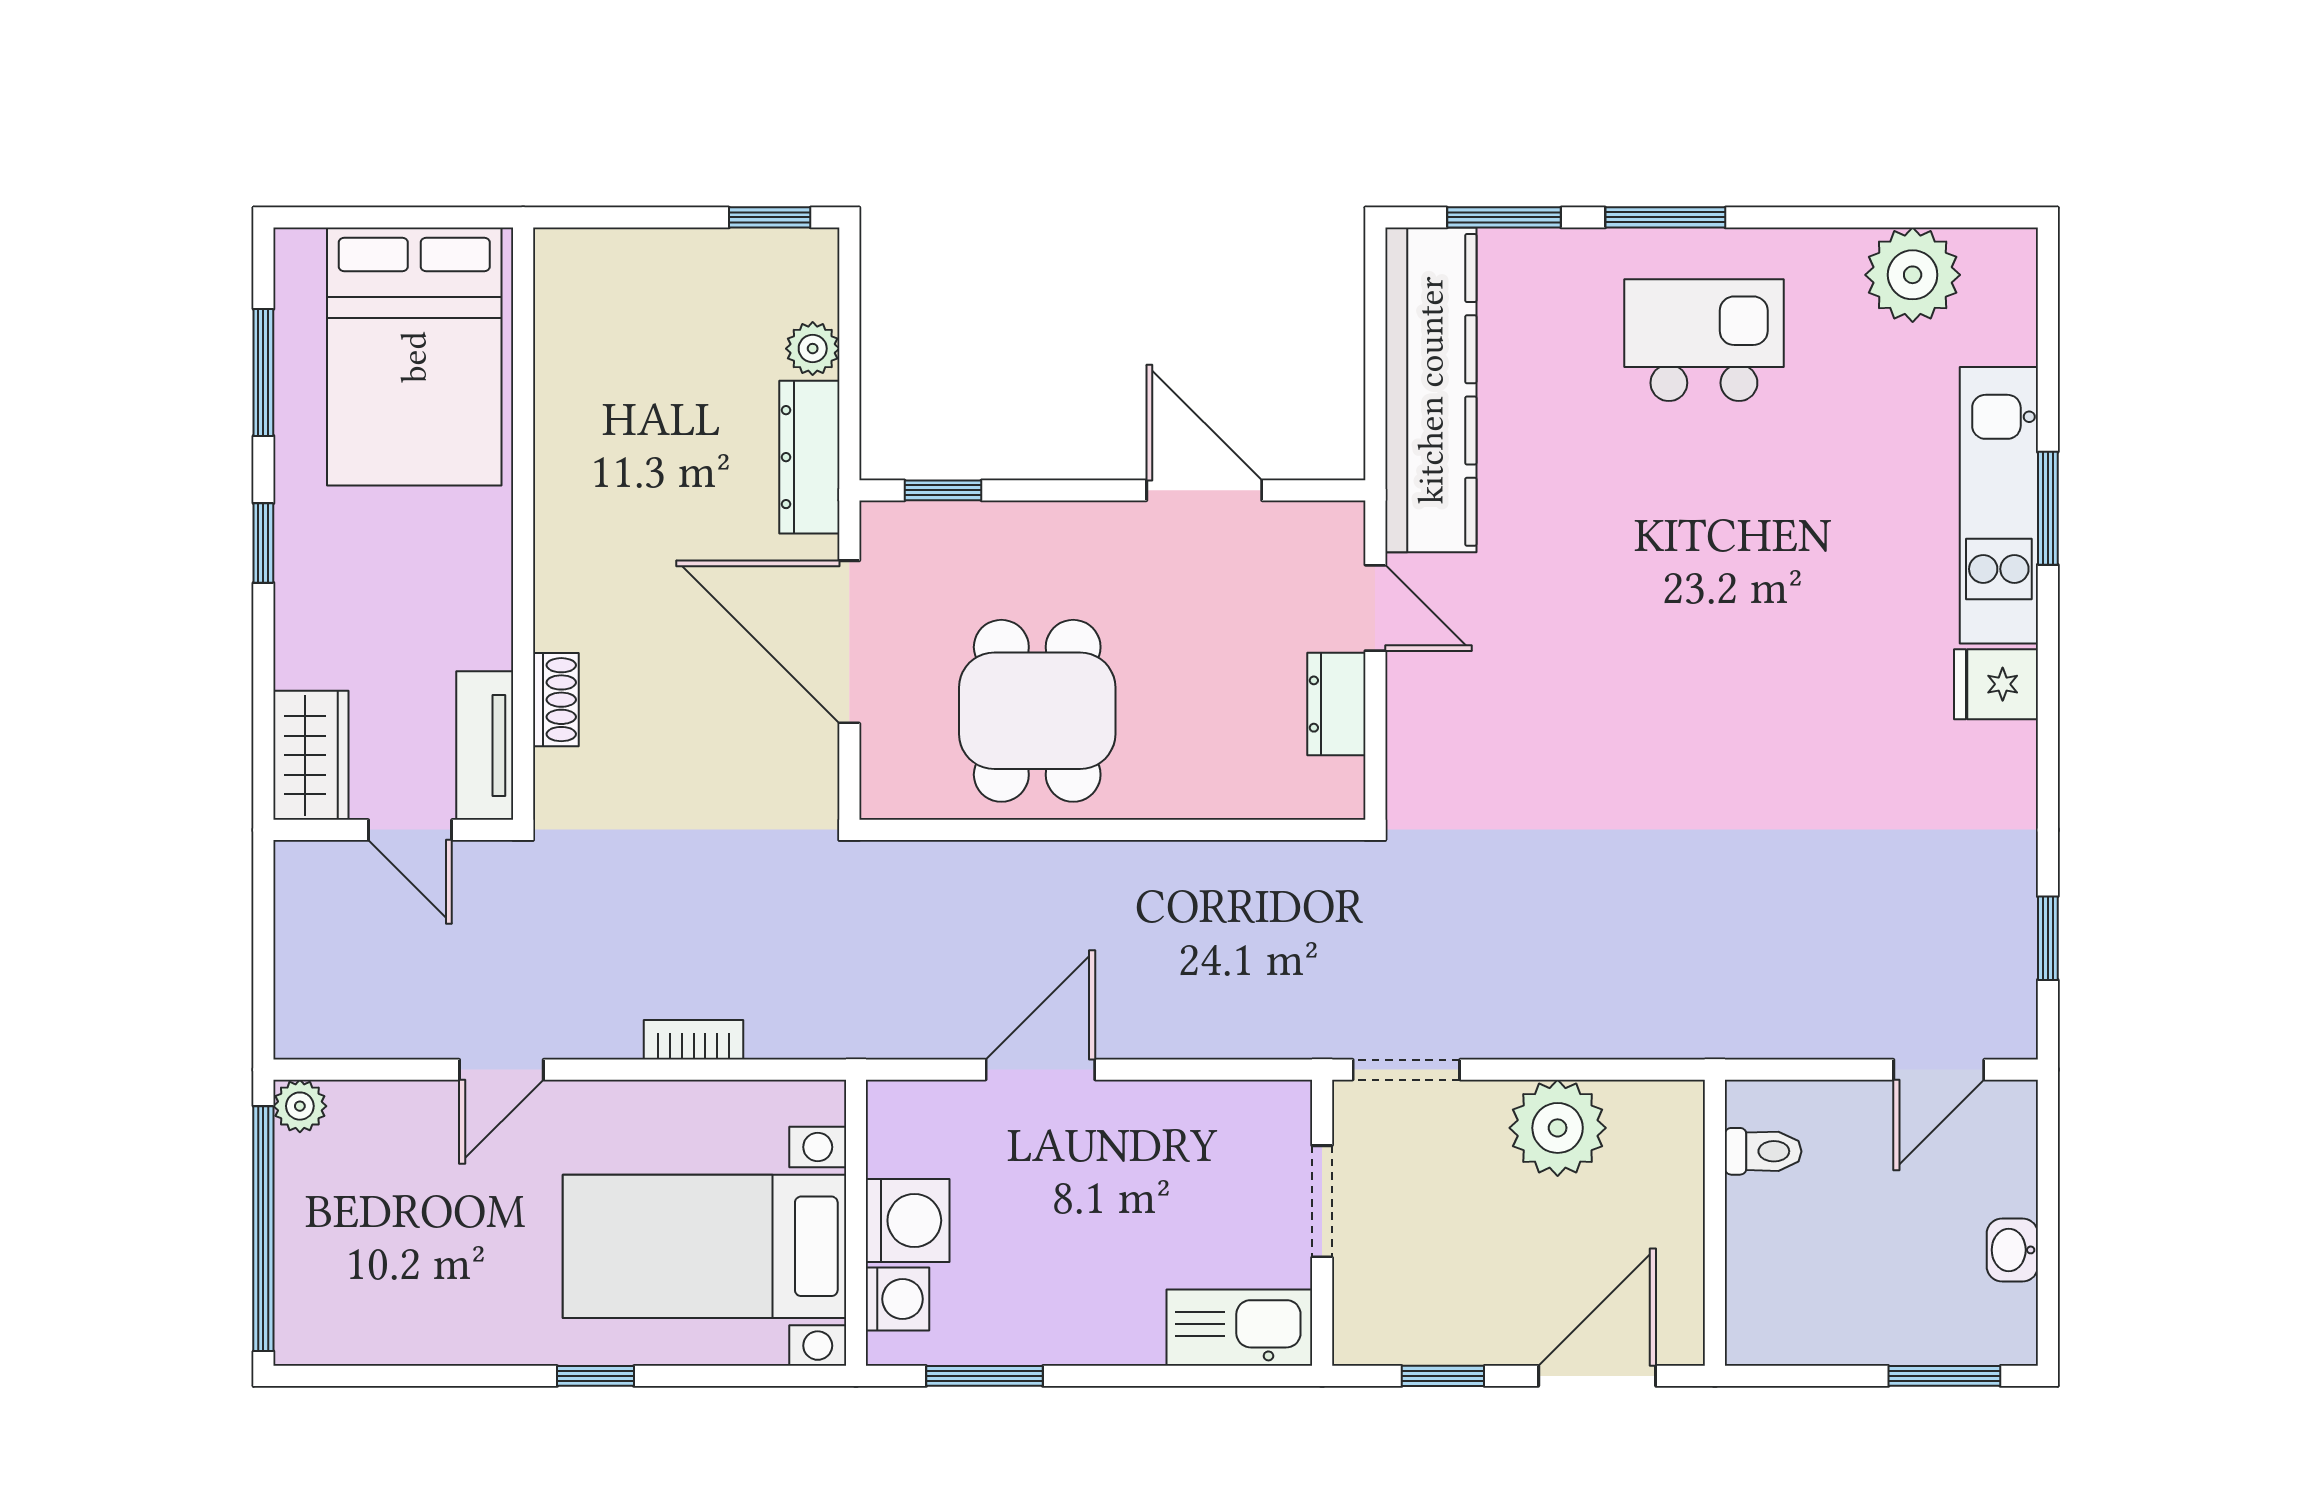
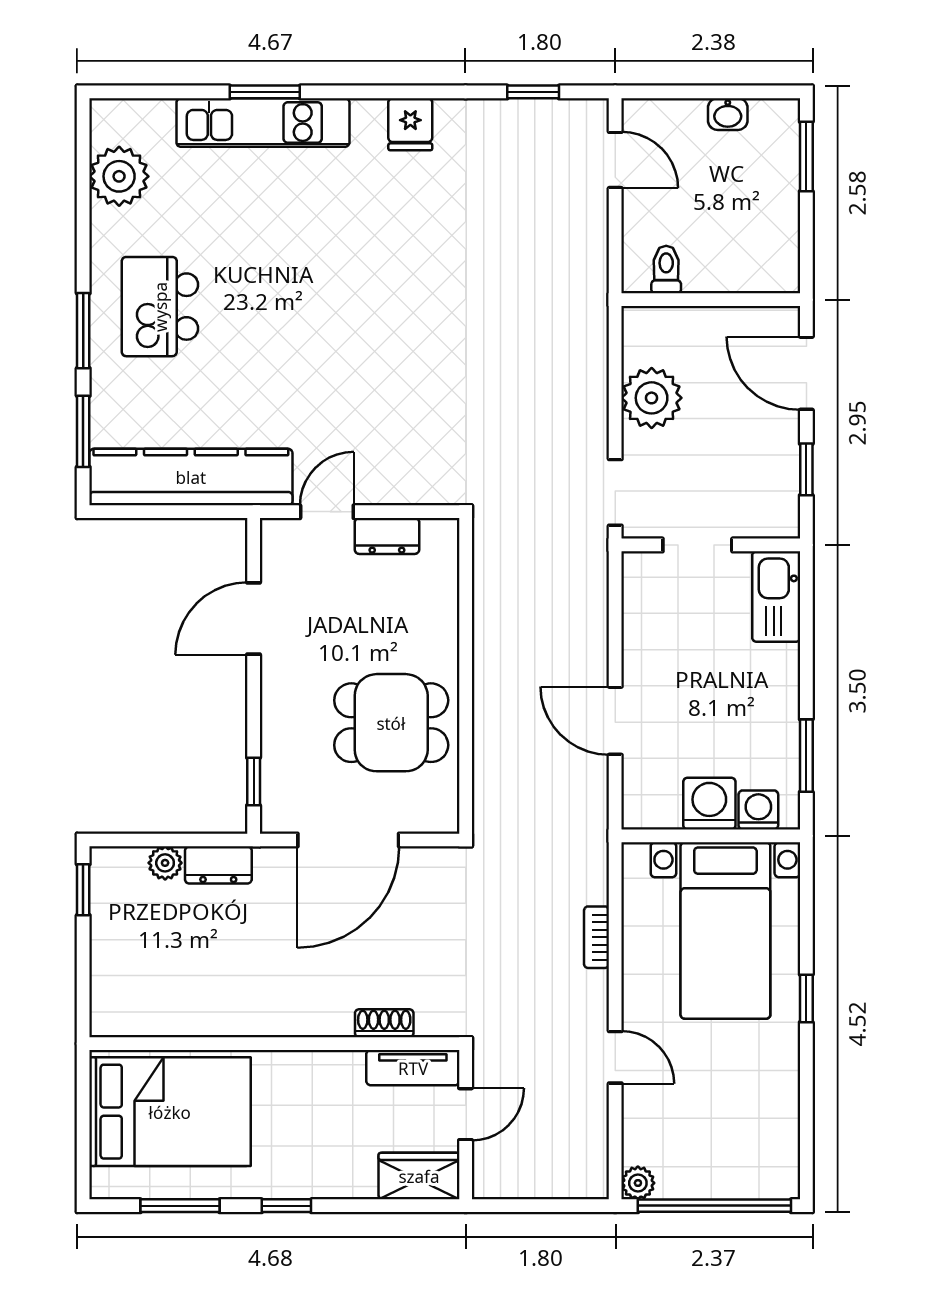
dresser: (809, 457) -> (218, 865), width x0.70
fridge: (1996, 684) -> (410, 124), moved

